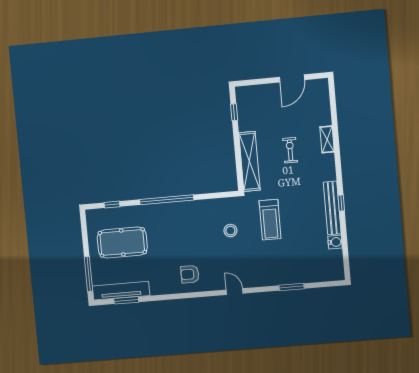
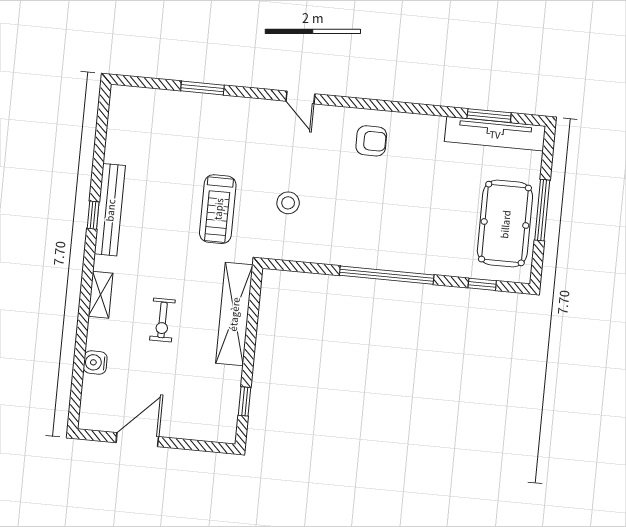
shelving: (327, 139) -> (101, 295), moved
treadmill: (270, 220) -> (218, 209), turned 180
pool table: (122, 242) -> (505, 224), moved, turned 90
water cooler: (335, 242) -> (95, 362), moved
window: (88, 274) -> (542, 210), moved

